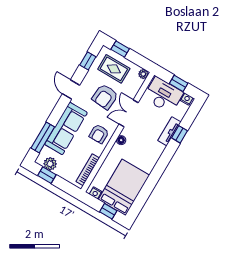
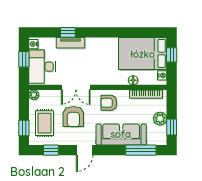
armchair: (105, 97) -> (73, 117), turned 85
armchair: (99, 134) -> (109, 103), turned 180
floor lamp: (121, 140) -> (133, 80), moved
plant: (50, 164) -> (160, 119), moved

